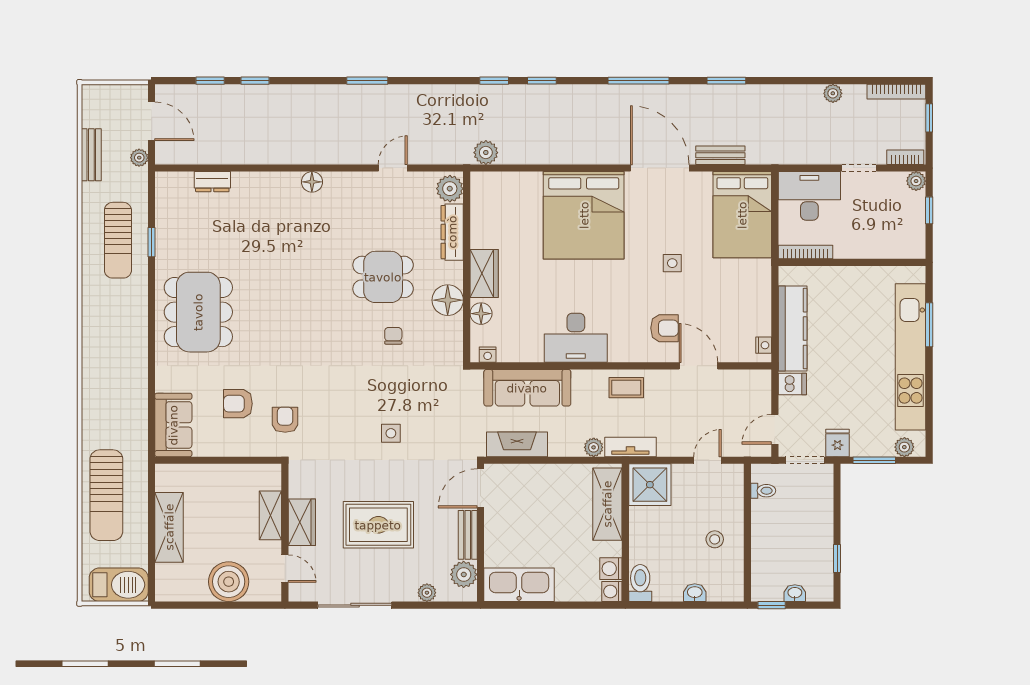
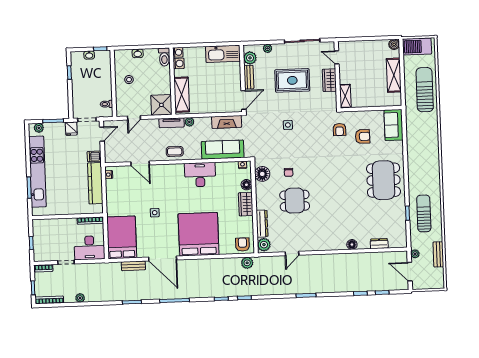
plant: (916, 181) -> (38, 257), removed
floor lamp: (312, 182) -> (352, 245), moved
floor lamp: (448, 300) -> (262, 174), moved
armchair: (665, 328) -> (242, 244), moved, turned 90
shelving: (270, 515) -> (345, 96), moved
boiler: (229, 582) -> (394, 44), moved, width x0.54, depth x0.54

